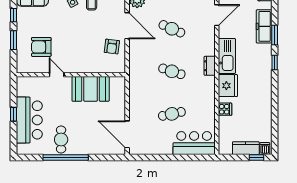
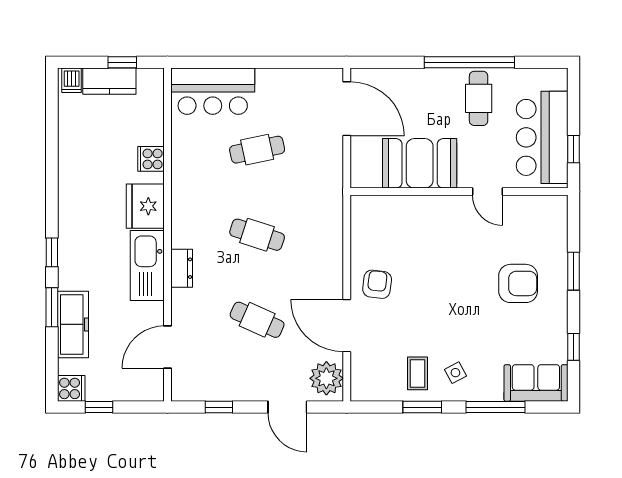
window: (14, 40) -> (573, 271), moved
dresser: (210, 66) -> (182, 268), moved
door: (57, 75) -> (488, 192), moved
wall: (71, 75) -> (459, 192), moved
booth: (91, 89) -> (420, 163), moved
window: (257, 158) -> (122, 62), moved

